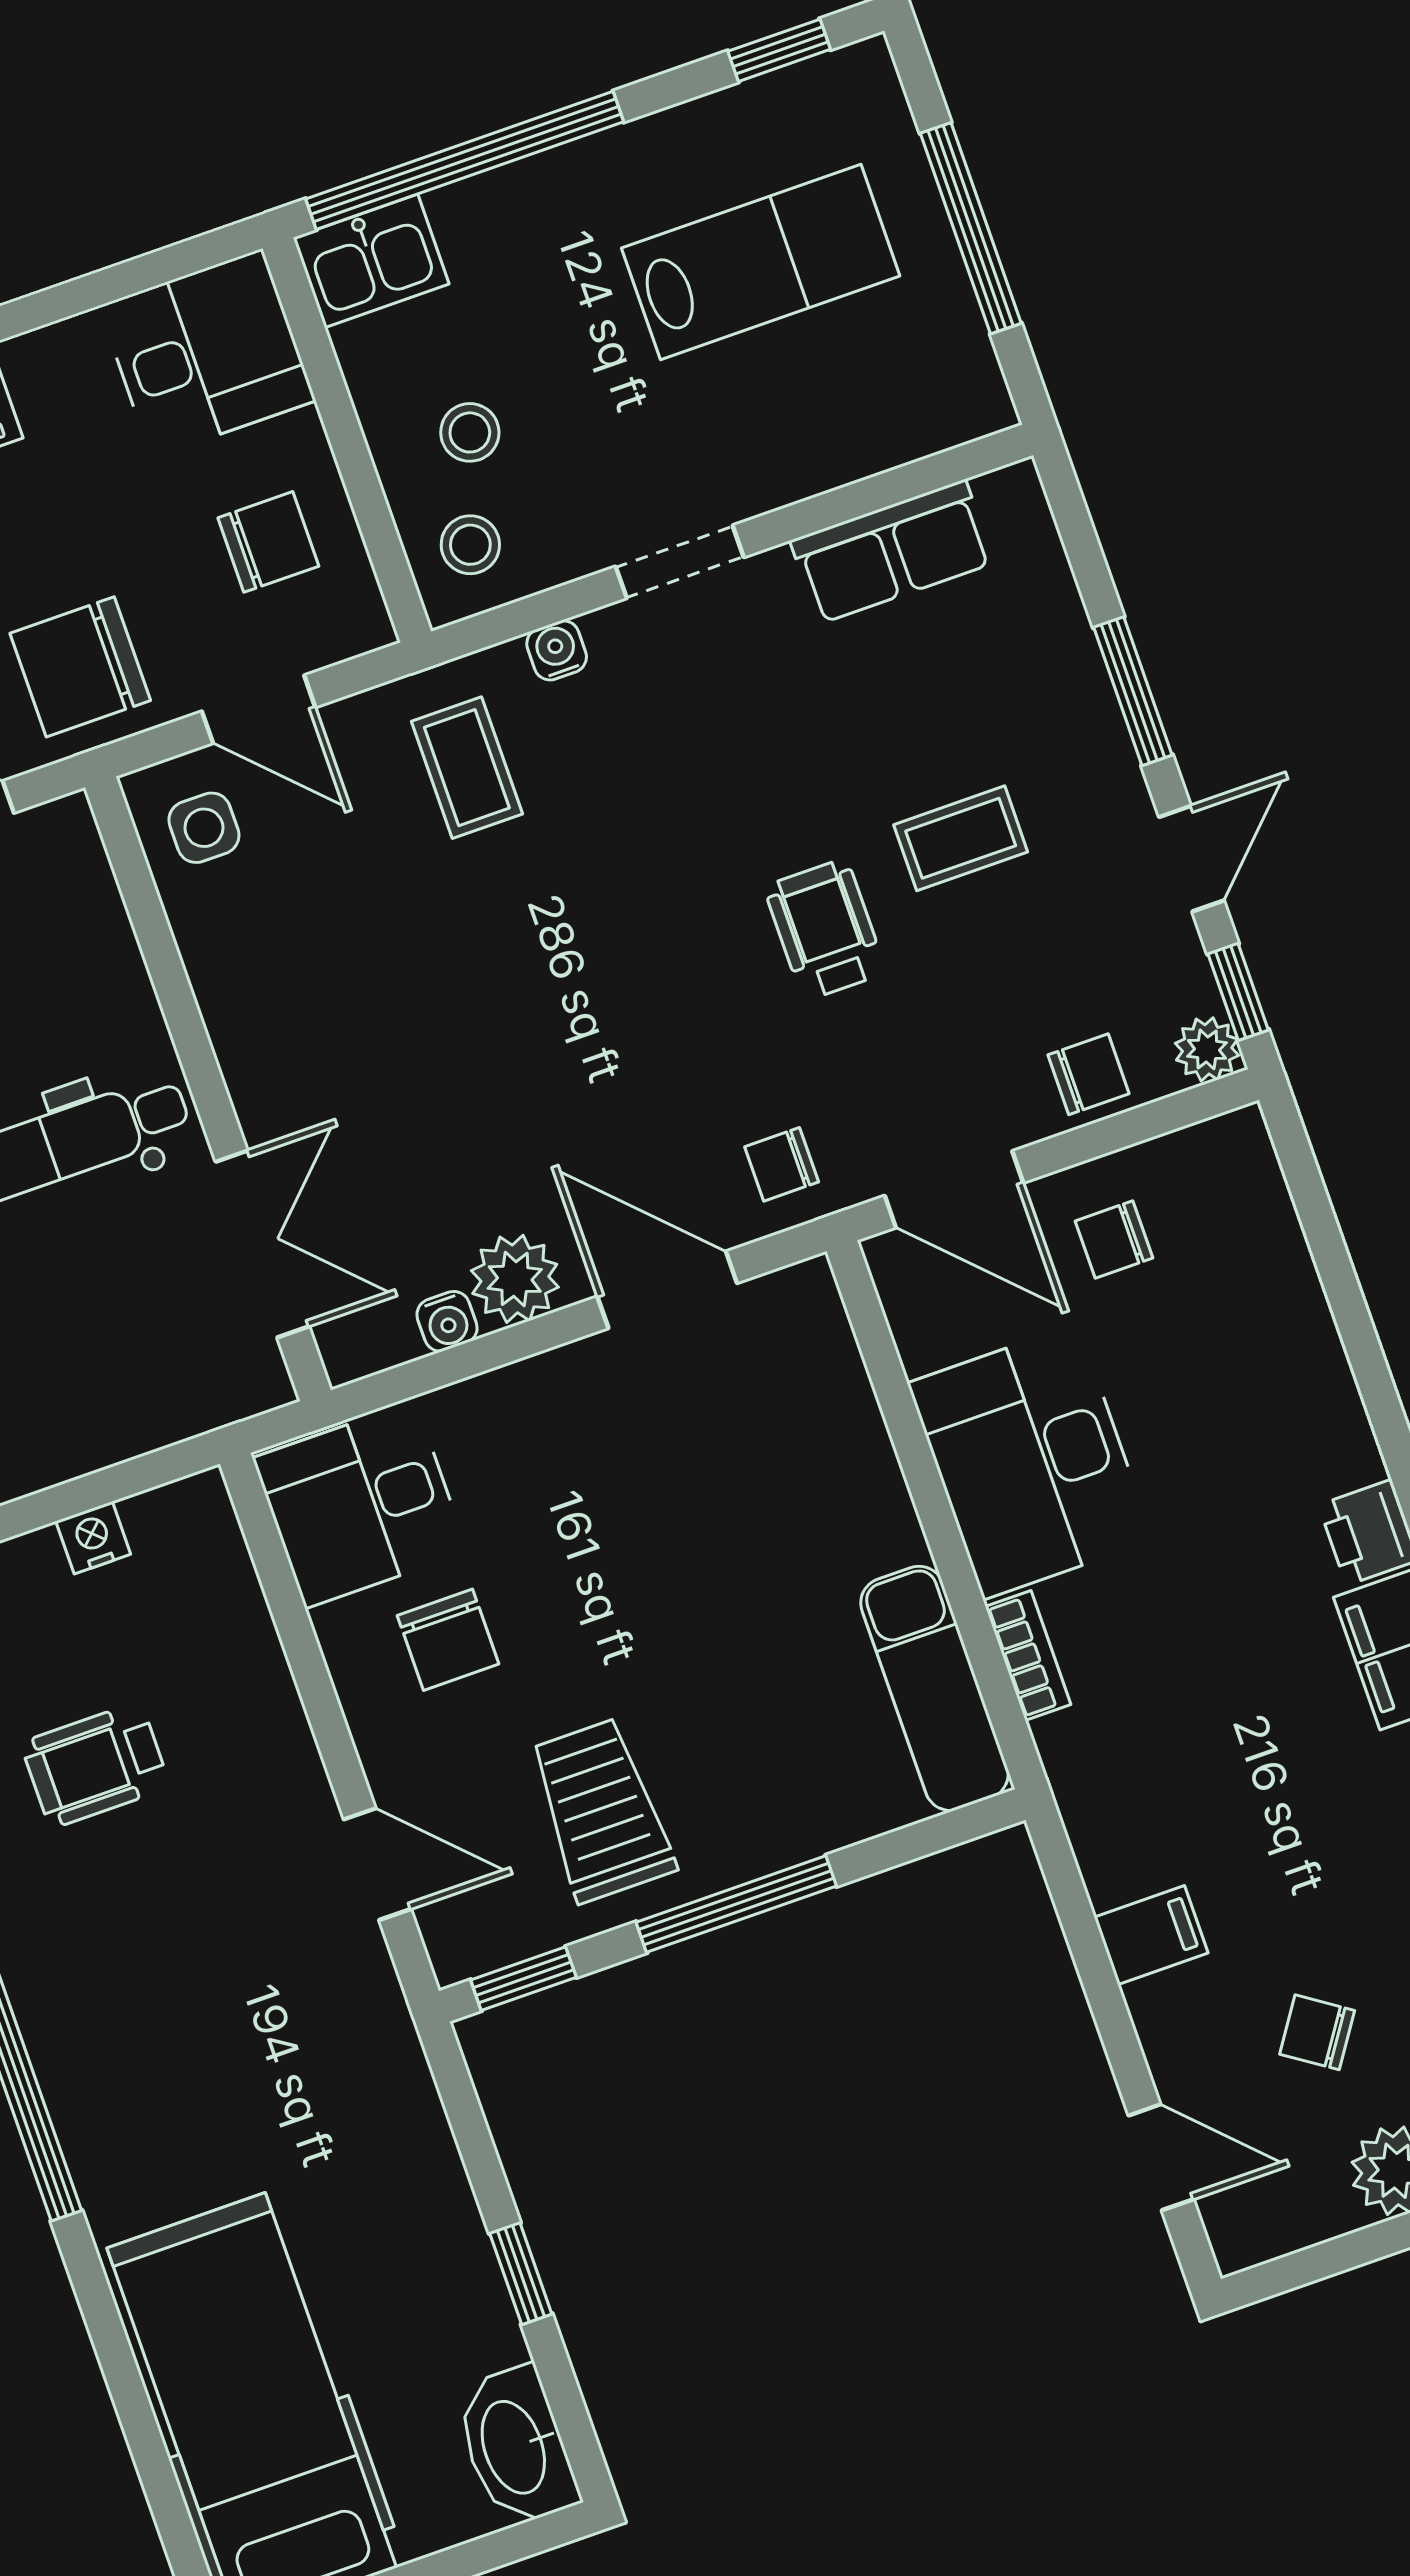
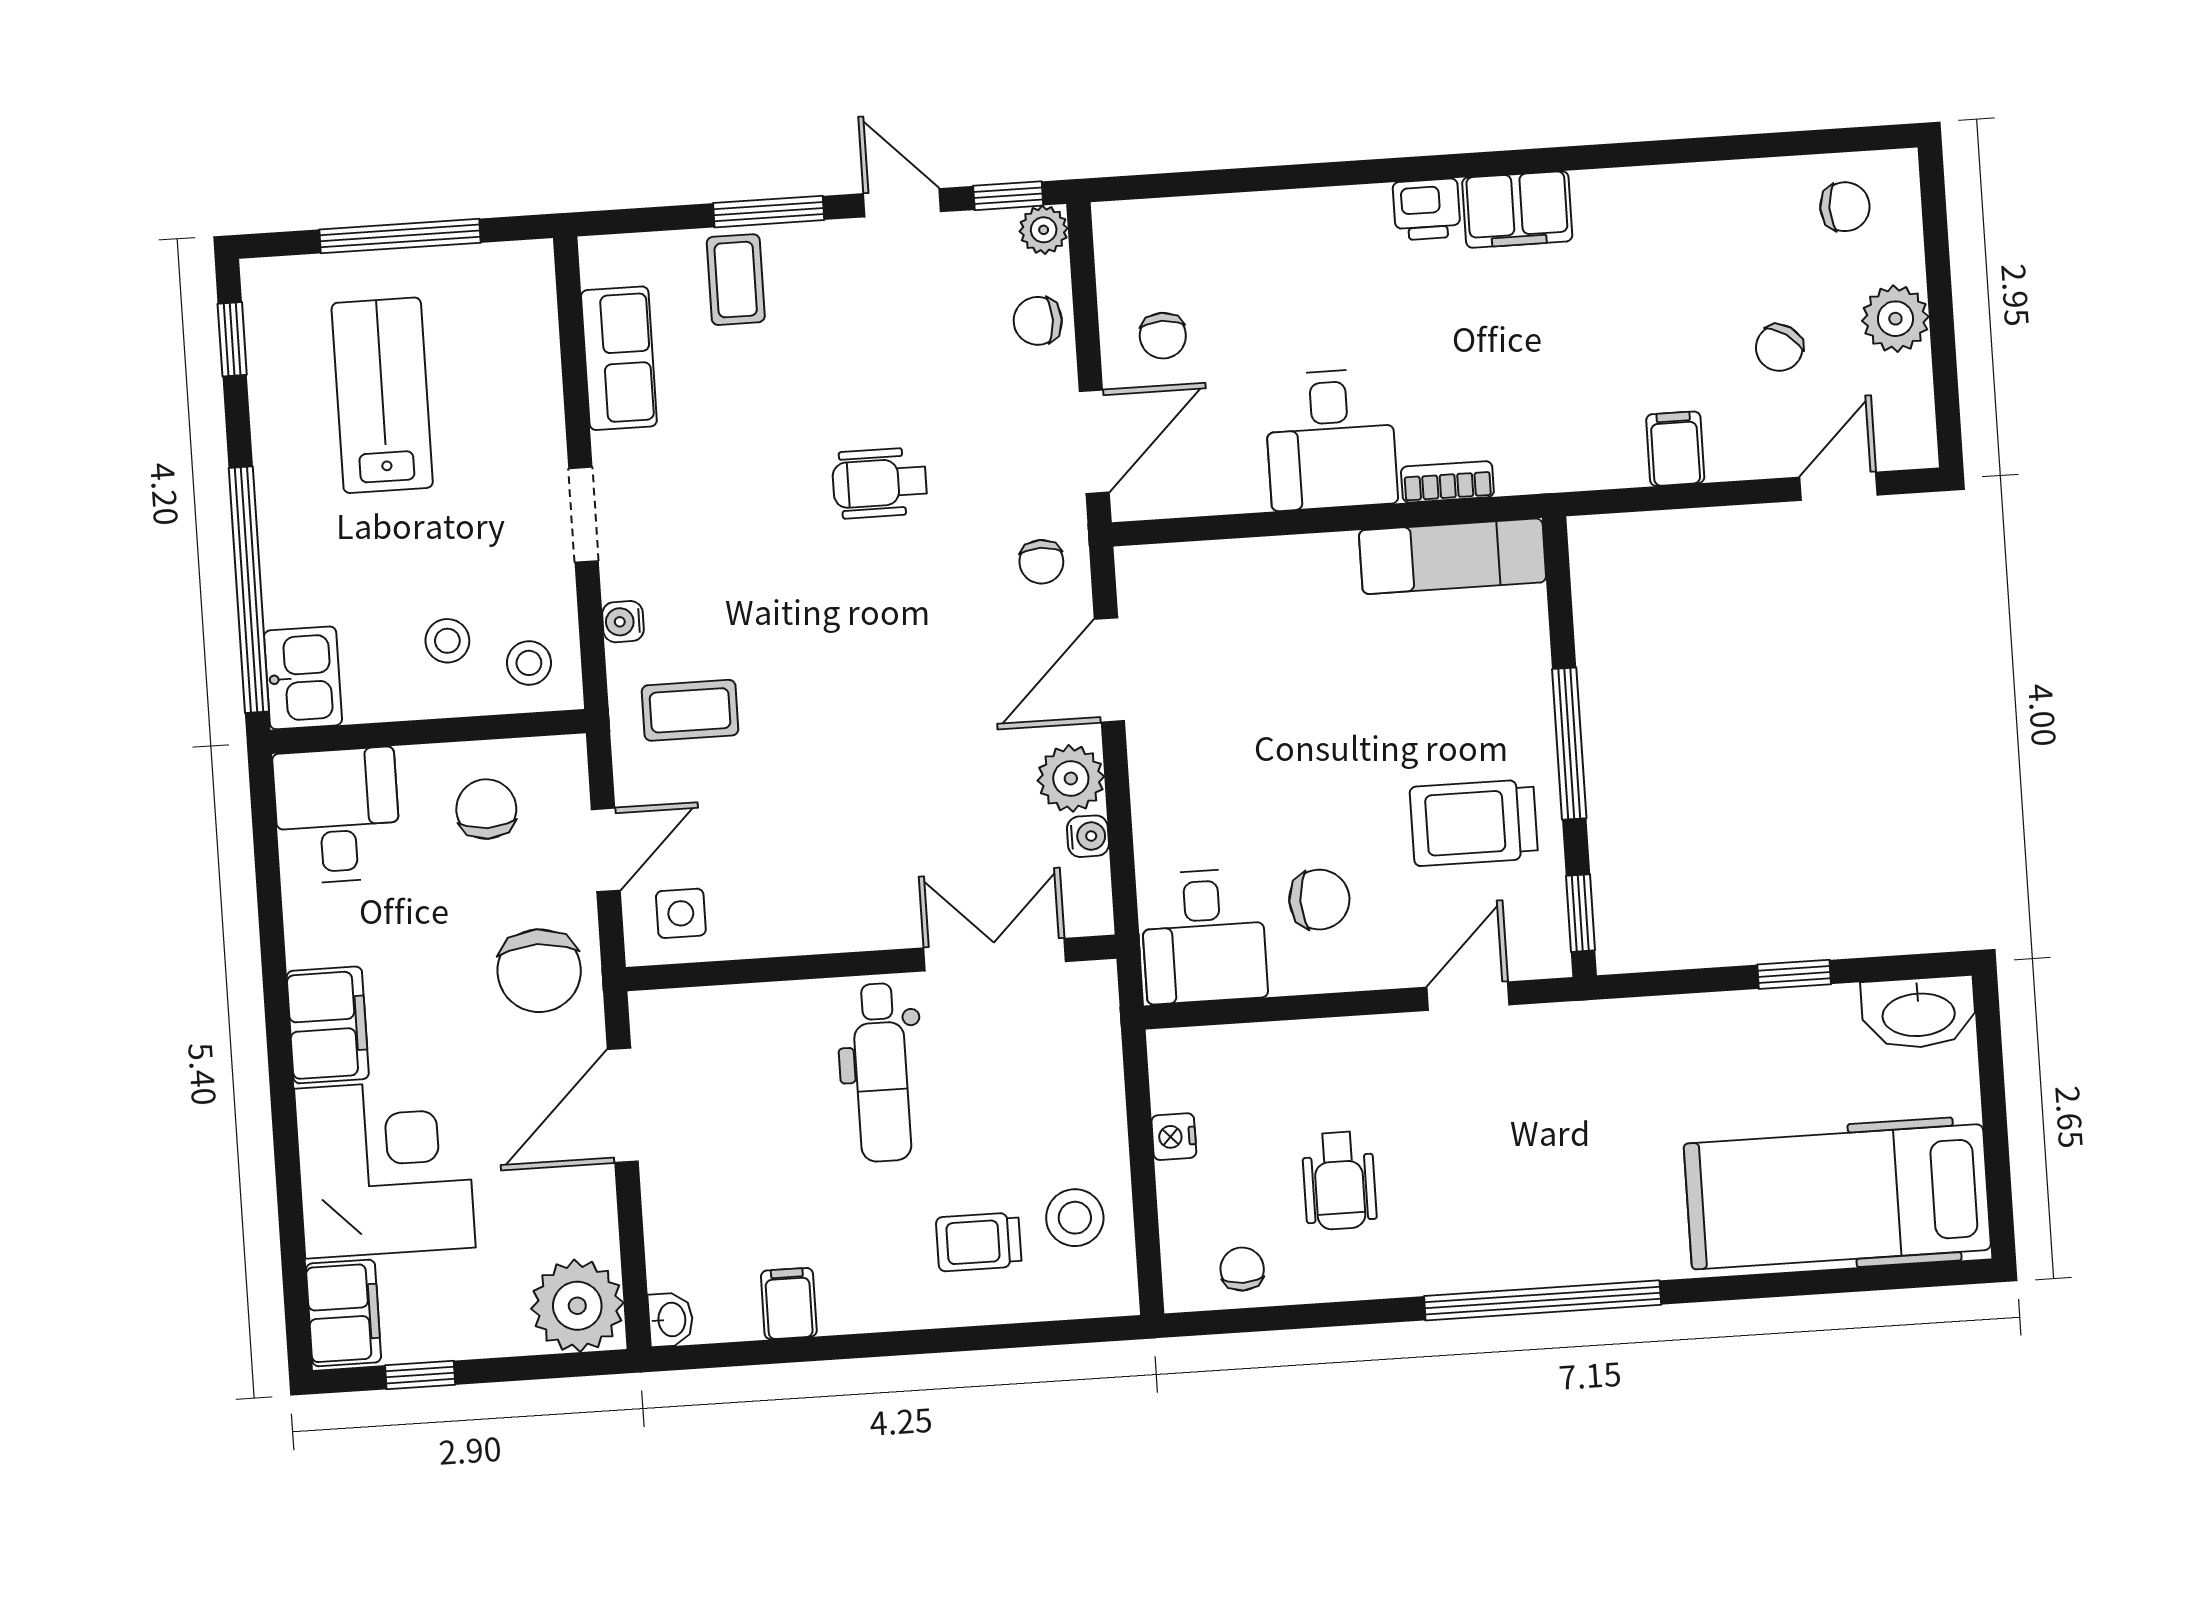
coffee table: (961, 838) -> (736, 280), moved
chair: (1089, 1074) -> (1038, 321), turned -90
desk: (1030, 1462) -> (1331, 439), width x0.73

